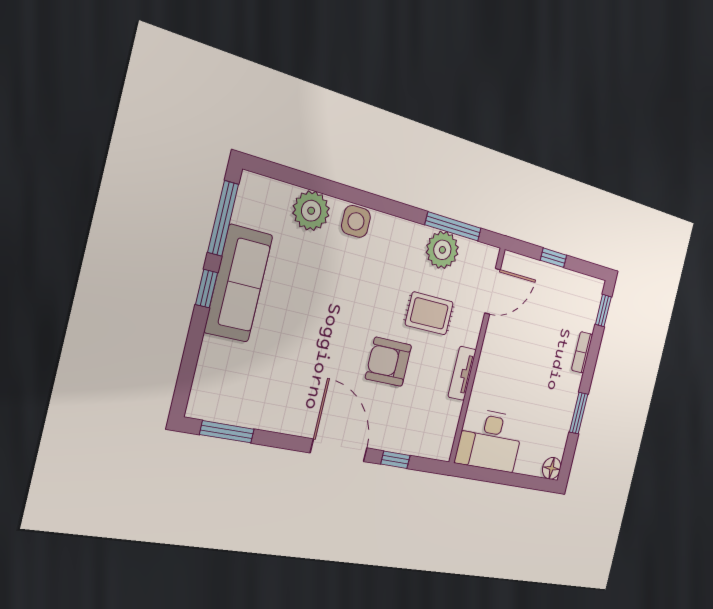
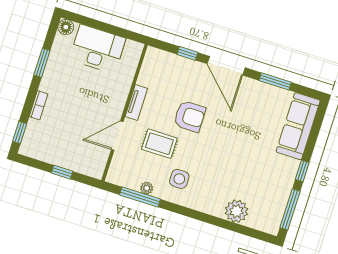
side table: (356, 221) -> (179, 179), moved
plant: (442, 250) -> (147, 188), width x0.53, depth x0.53
sofa: (239, 283) -> (298, 126), moved
door: (492, 291) -> (117, 136), moved
window: (227, 432) -> (275, 81), moved
desk: (490, 440) -> (98, 49), moved

